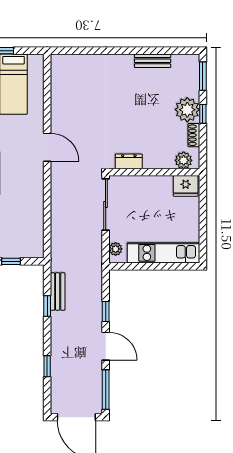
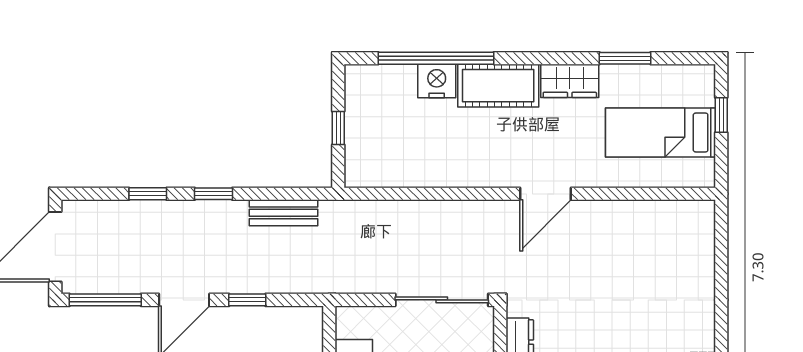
plant: (116, 249) -> (361, 318), removed
window: (47, 306) -> (214, 194), moved

